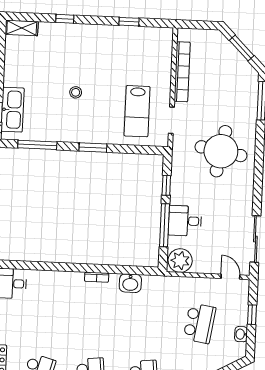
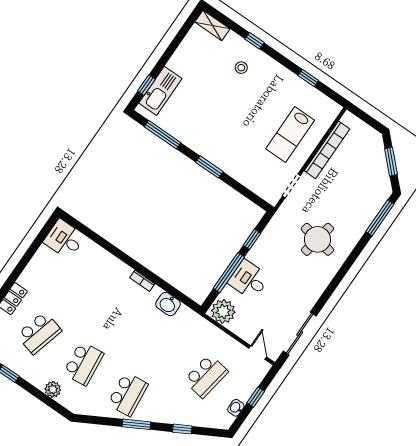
stool: (76, 92) -> (241, 68), moved
lab bench: (137, 111) -> (290, 134), moved
round table: (221, 151) -> (317, 239), width x0.73, depth x0.73

